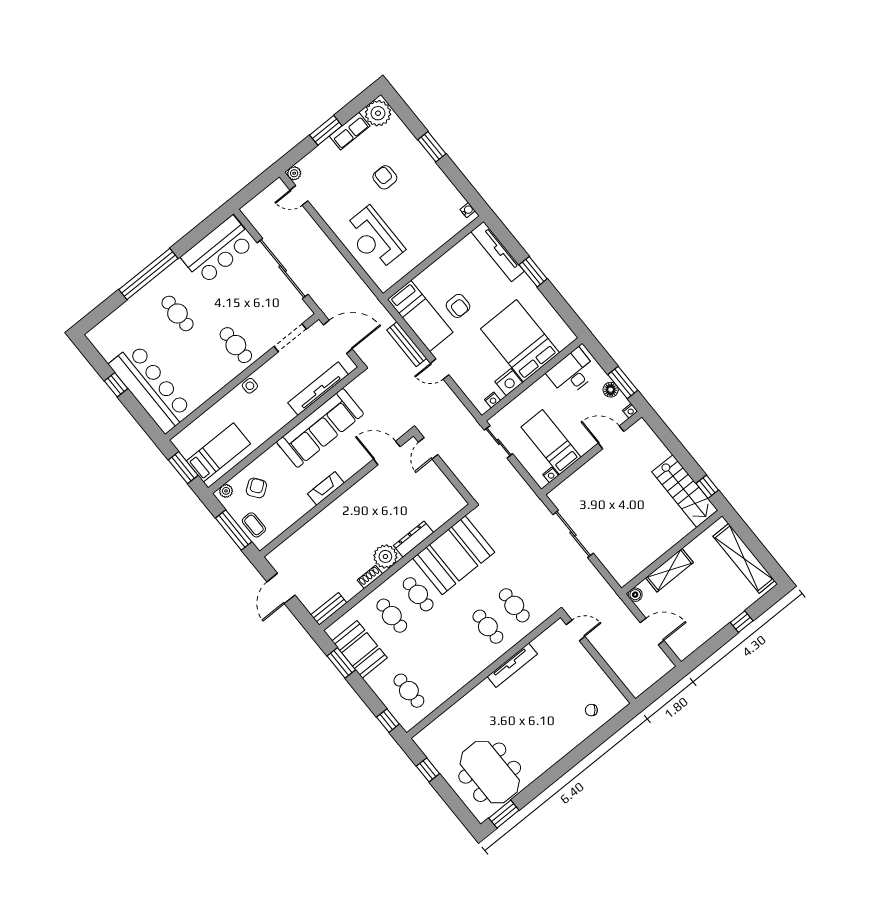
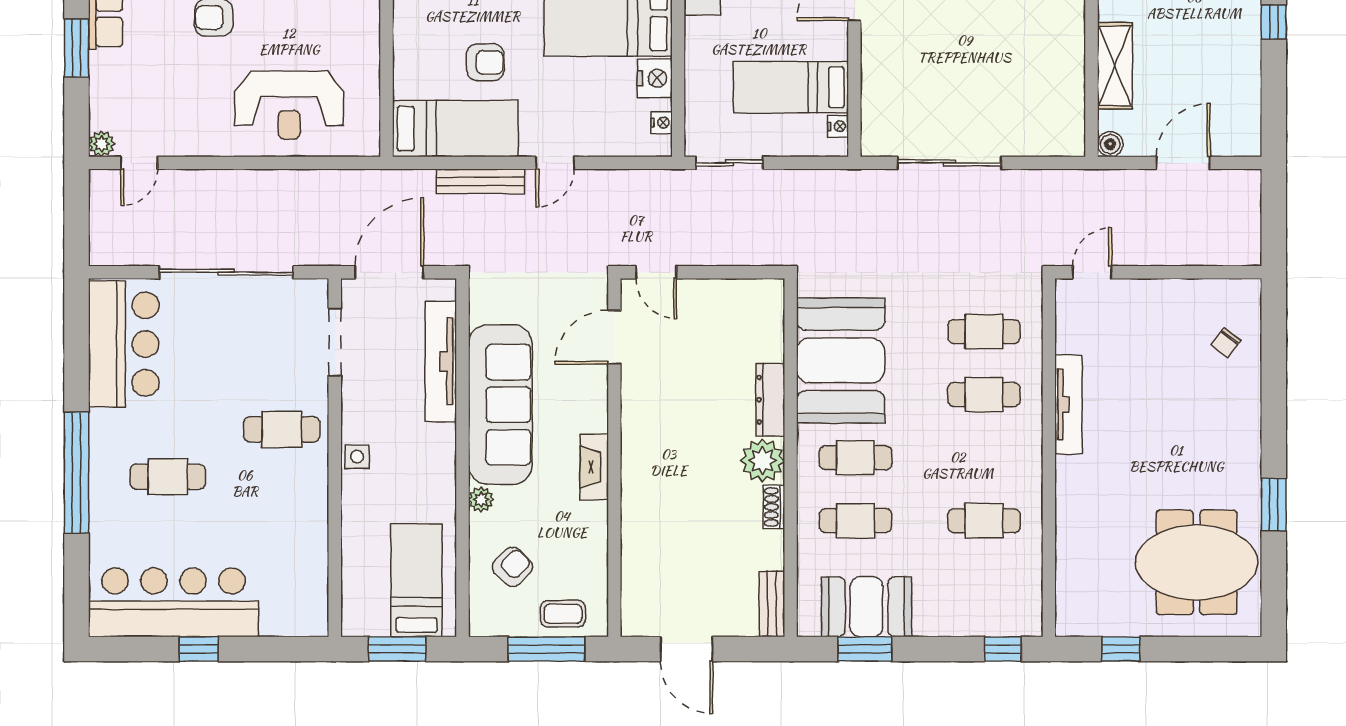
bar counter: (151, 388) -> (174, 602), moved
armchair: (256, 488) -> (512, 567), turned 81
plant: (226, 491) -> (481, 499), moved
cafe table: (409, 691) -> (984, 521), moved
window: (504, 814) -> (1274, 505), moved

